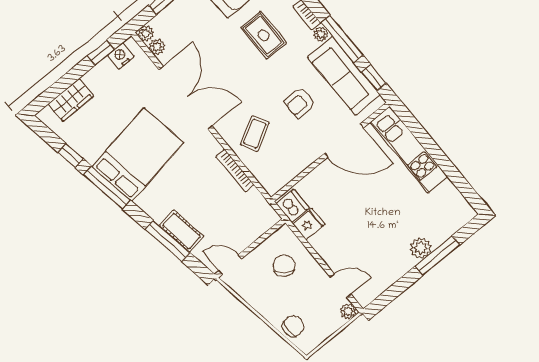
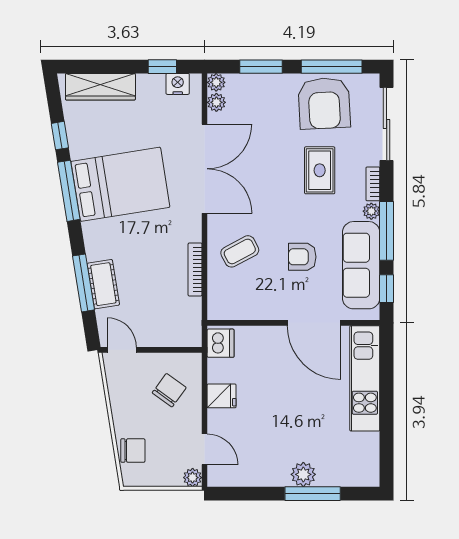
wardrobe: (71, 100) -> (100, 87), width x1.50
fridge: (309, 224) -> (222, 396), moved

